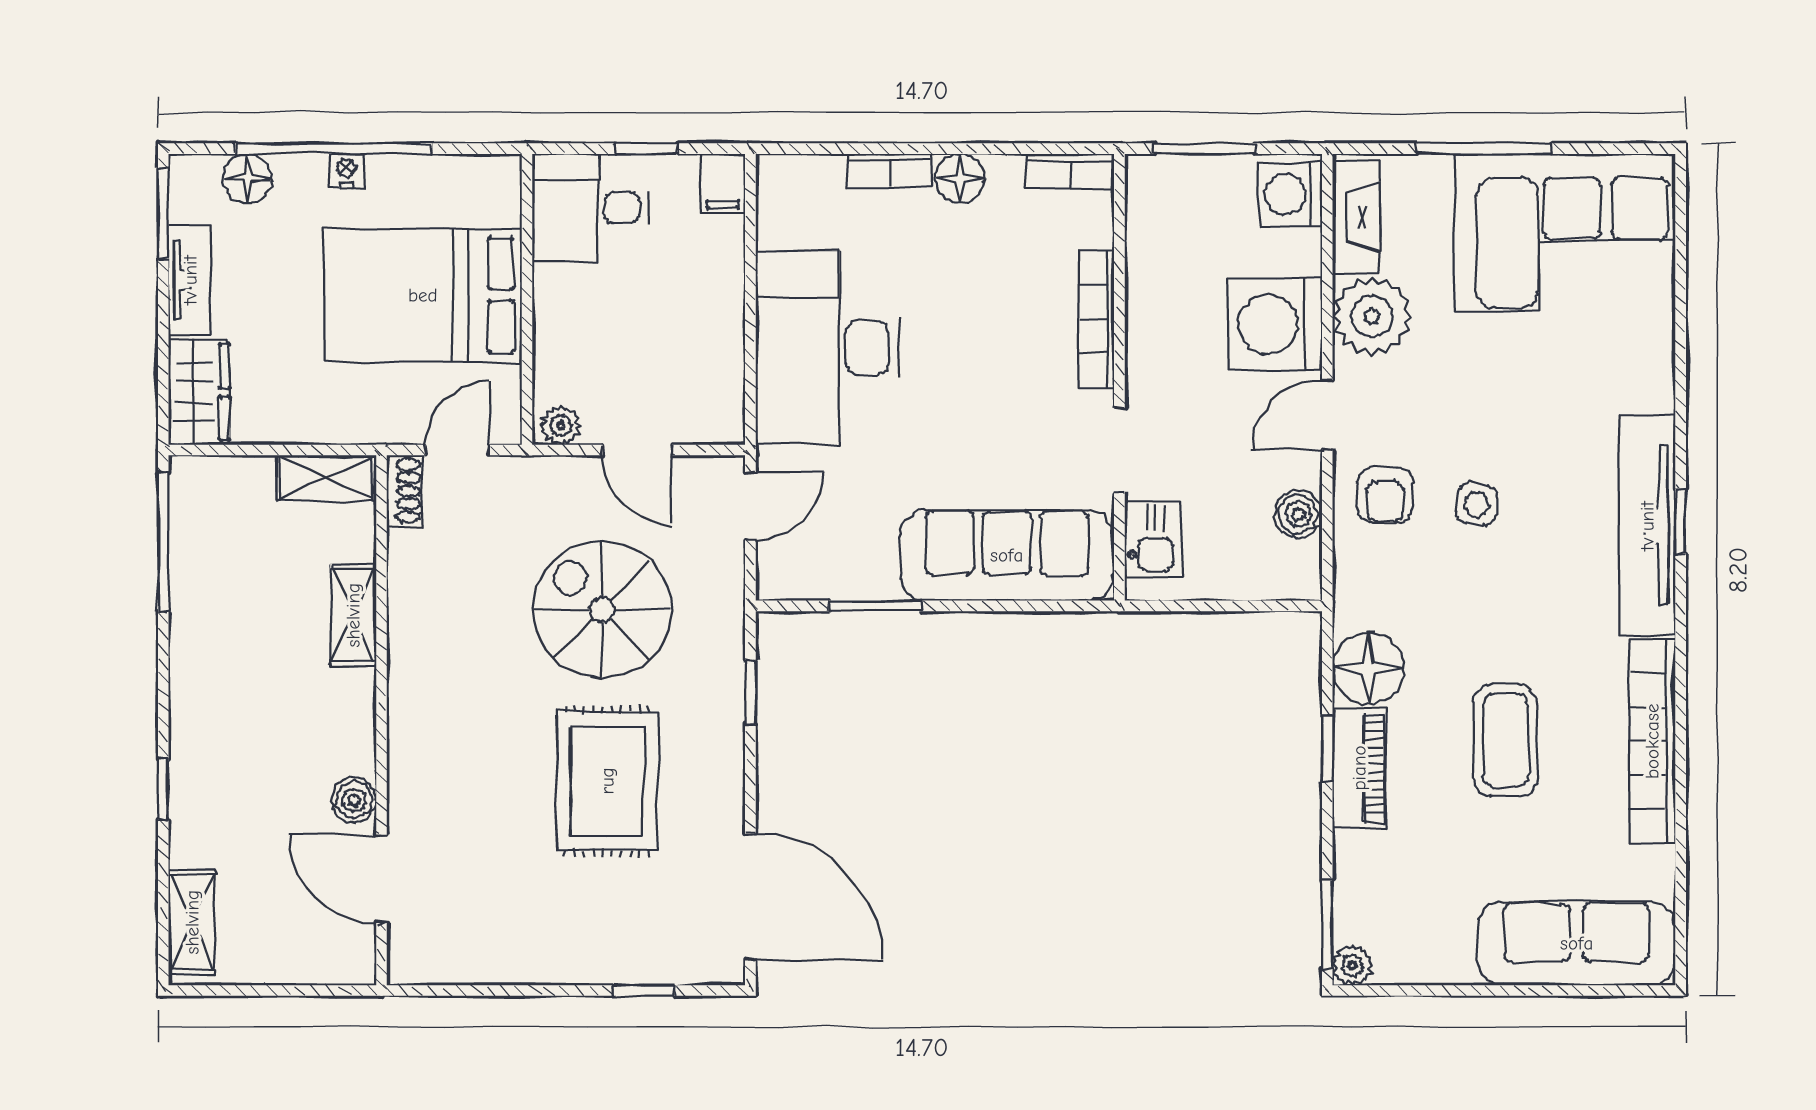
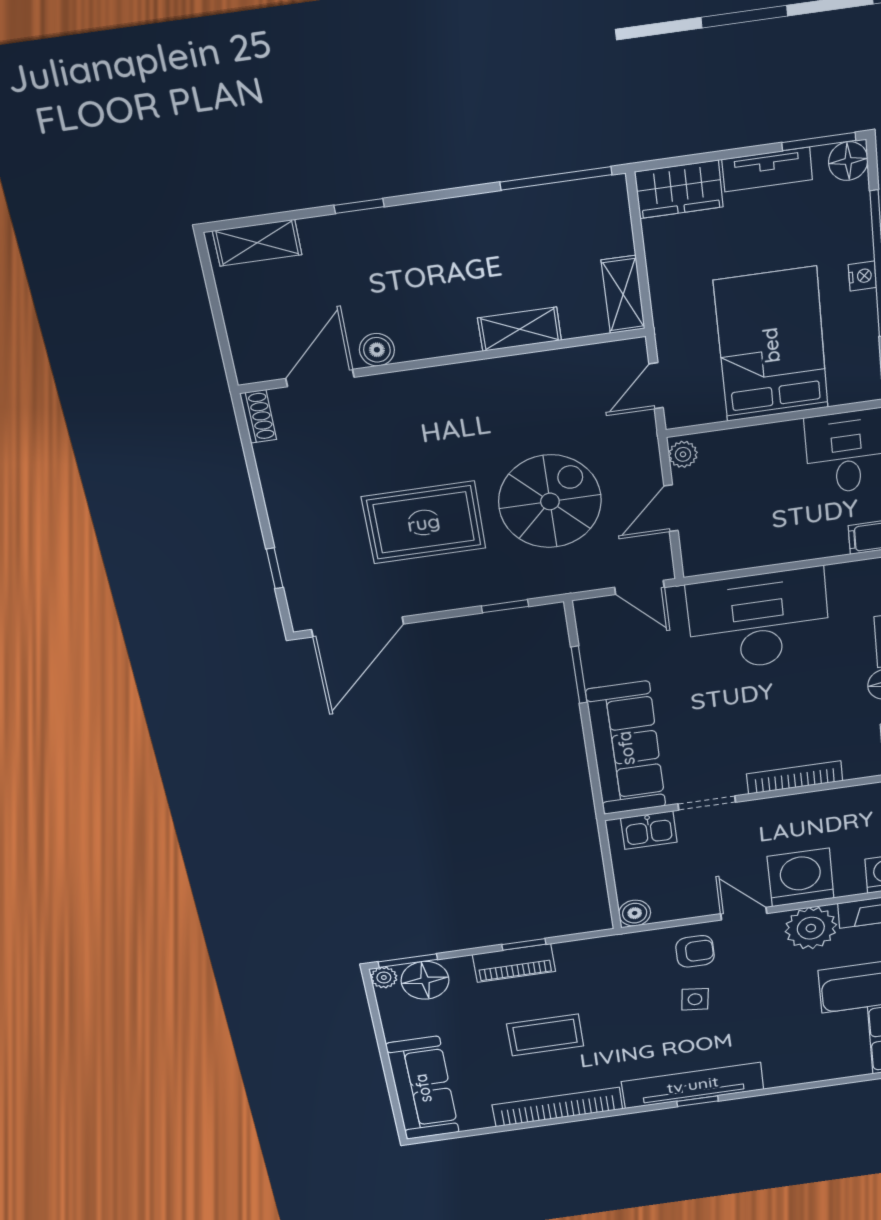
floor lamp: (247, 179) -> (848, 161), moved
door: (457, 450) -> (656, 386), swing flipped
shoe rack: (404, 491) -> (258, 416), moved, turned -90
armchair: (1385, 495) -> (695, 951), turned 180
boiler: (1298, 514) -> (635, 913), moved
floor lamp: (1368, 668) -> (425, 980), moved

